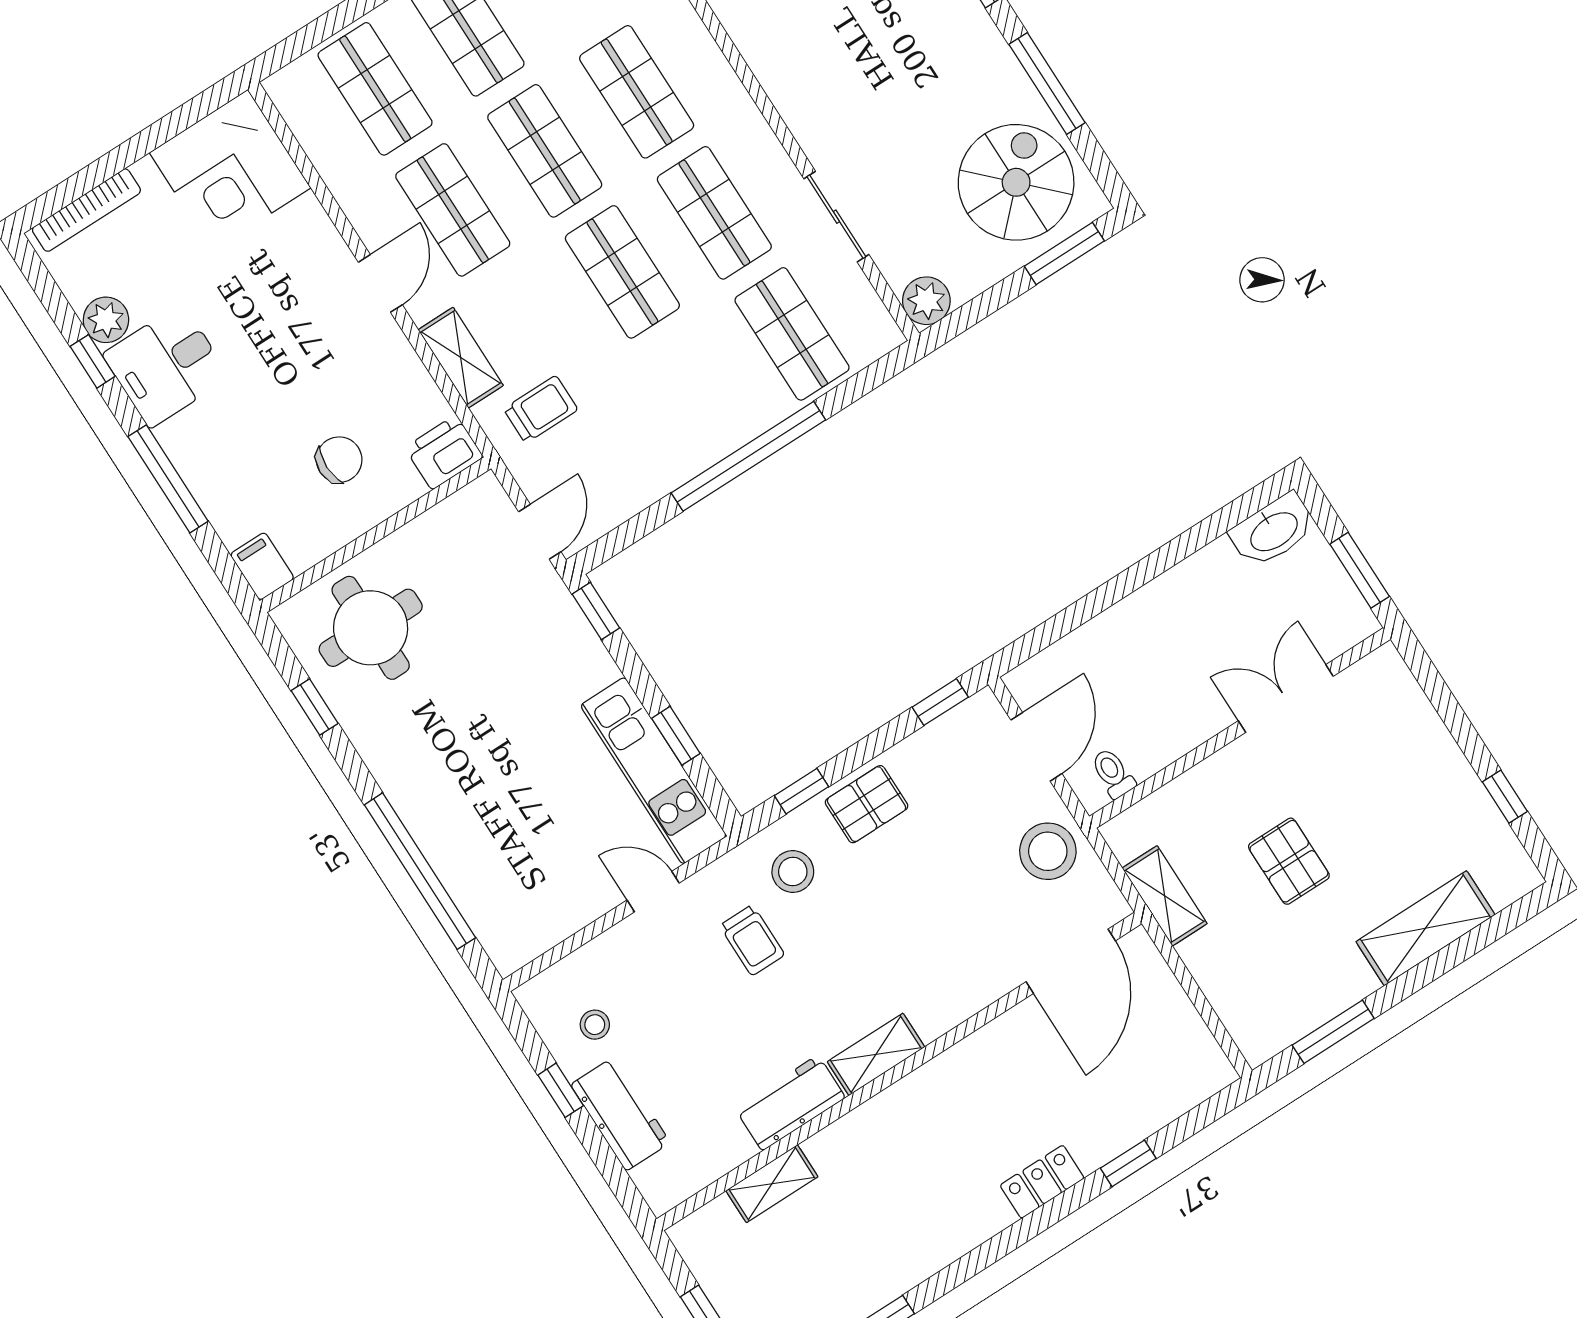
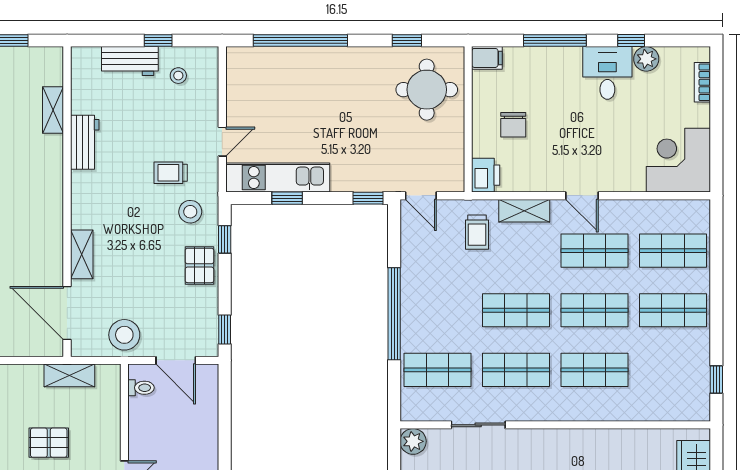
bookcase: (86, 210) -> (702, 82), width x0.64
shelving: (876, 1054) -> (82, 254), moved

